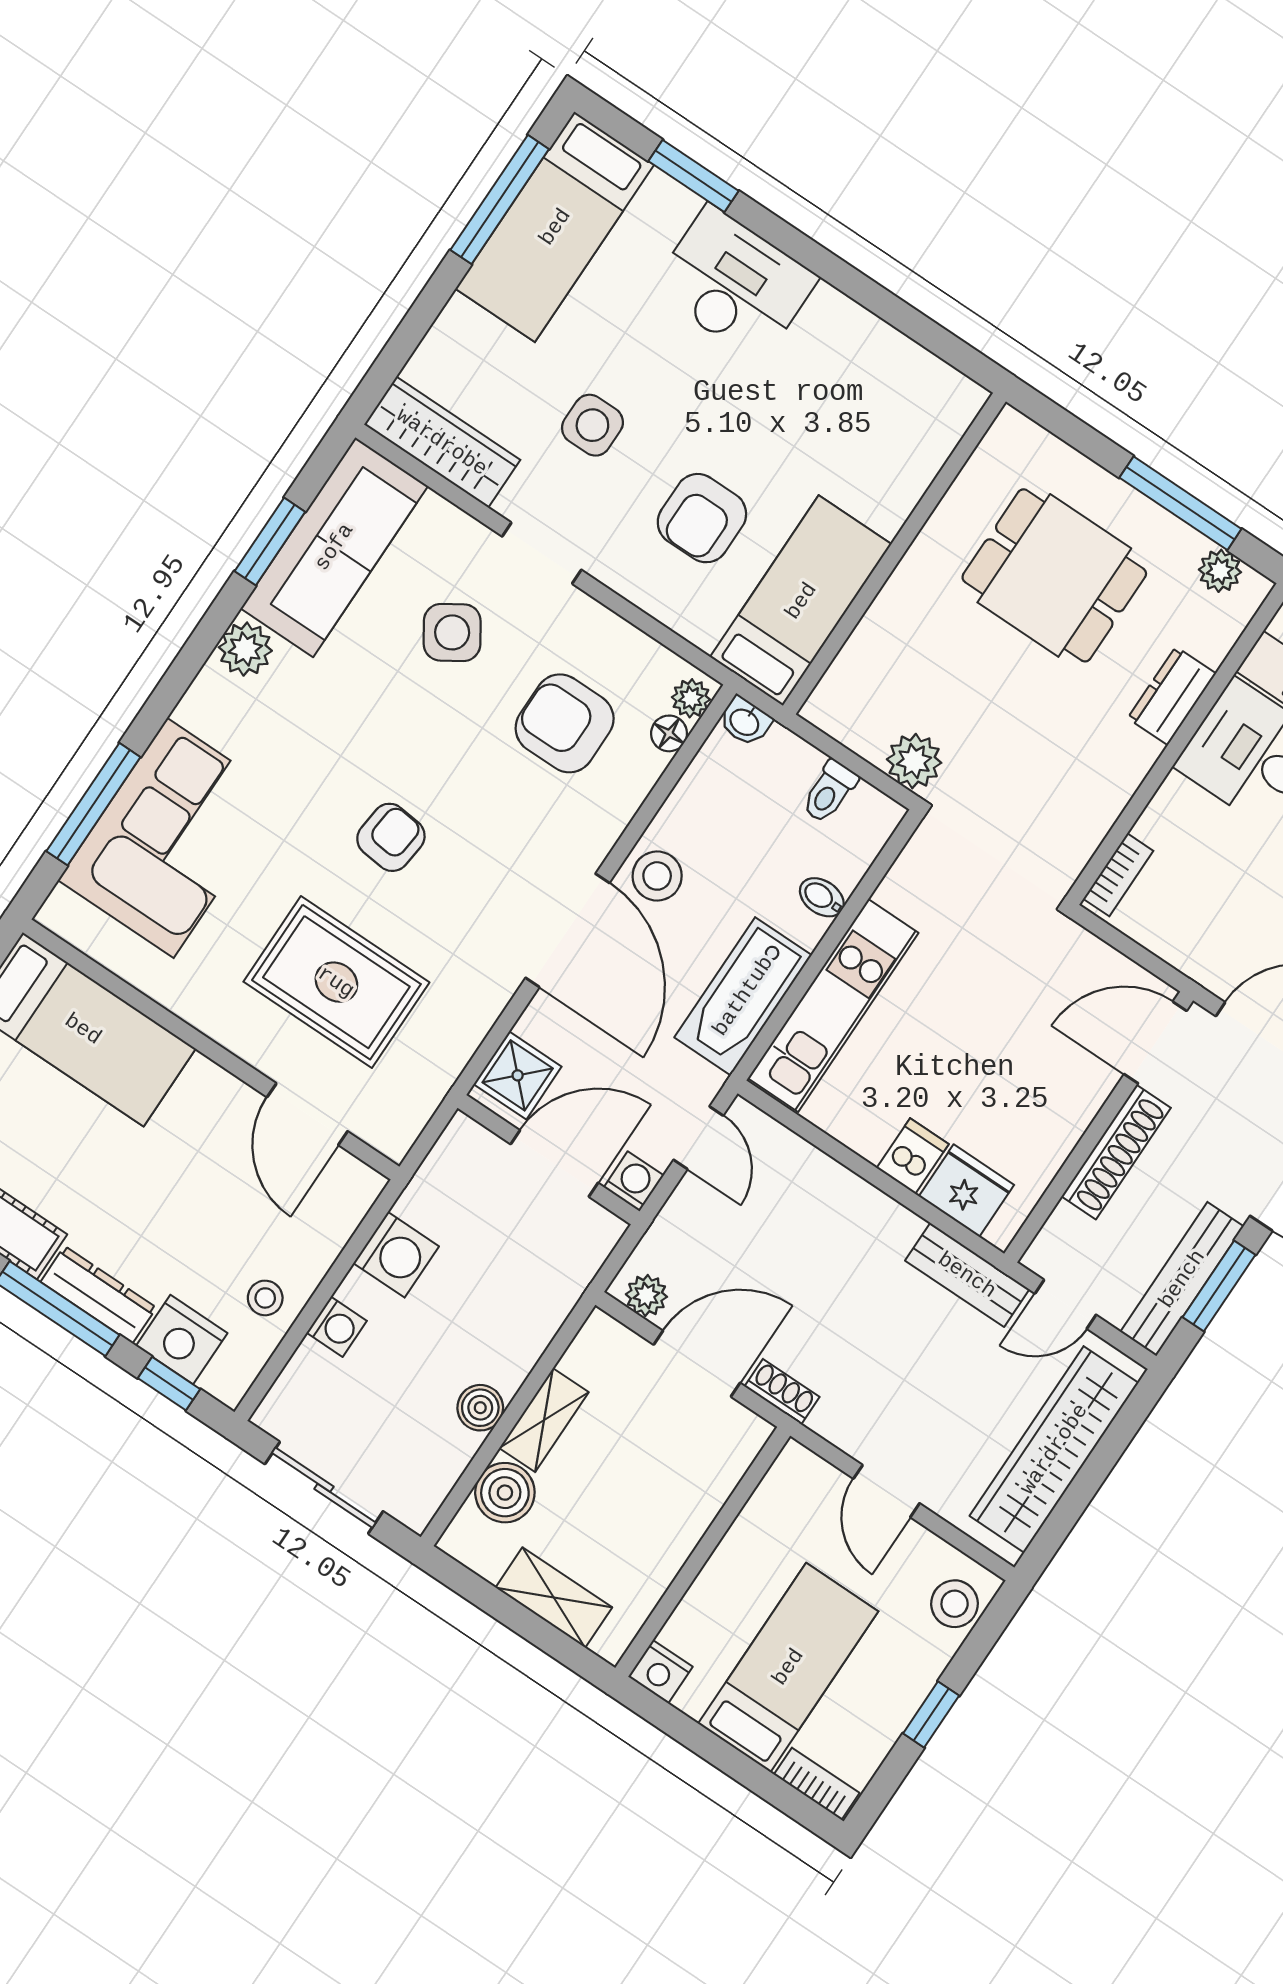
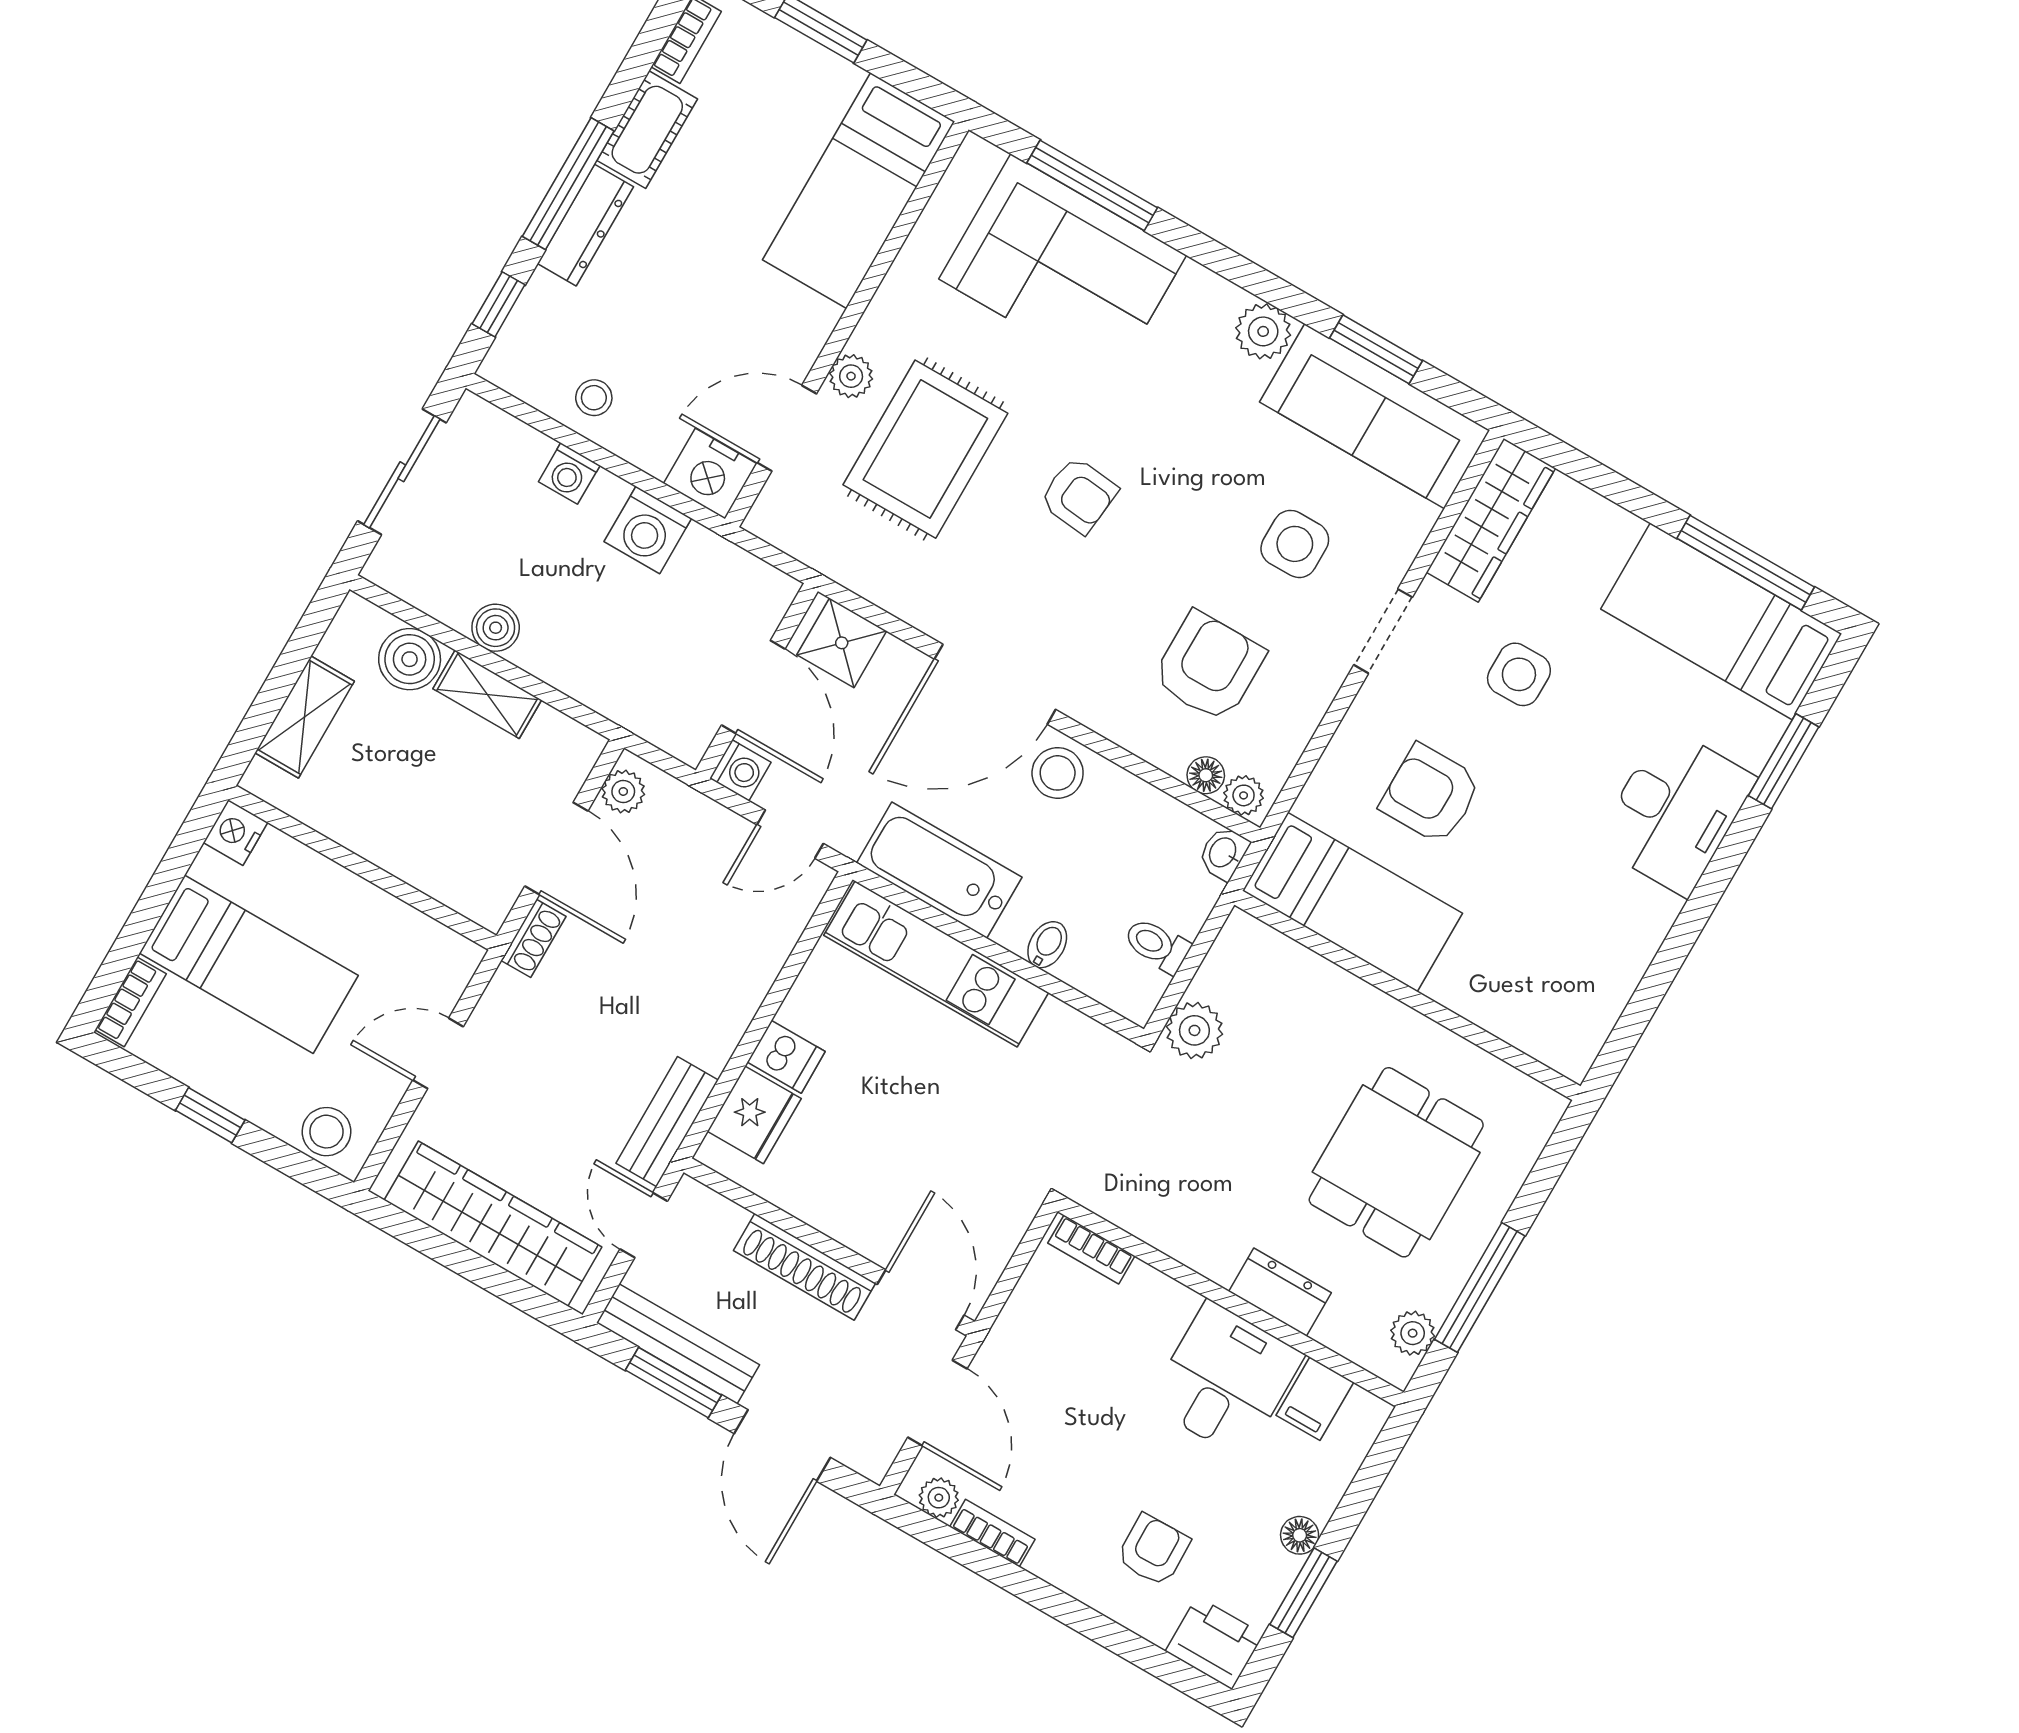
side table: (452, 632) -> (1295, 544), turned 33
plant: (261, 1049) -> (851, 376), added
nightstand: (182, 1340) -> (710, 474), moved, turned -90

